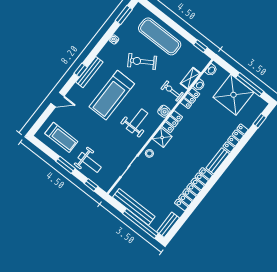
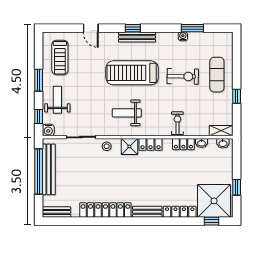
window: (124, 15) -> (192, 28), moved
exercise mat: (160, 36) -> (217, 75), width x0.73, depth x0.69
window: (200, 46) -> (237, 96), moved
exercise bike: (142, 62) -> (183, 76), turned 123
shelving: (190, 78) -> (221, 131), moved
window: (250, 85) -> (237, 187), width x0.46
shower: (233, 95) -> (214, 201), moved
water cooler: (164, 111) -> (48, 130), moved
weight bench: (137, 121) -> (127, 113), turned 180
weight bench: (90, 162) -> (57, 100), turned 180
window: (140, 223) -> (39, 171), moved

